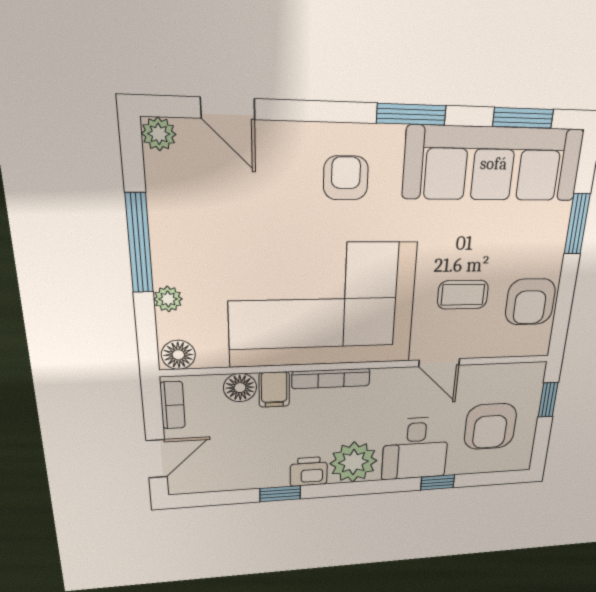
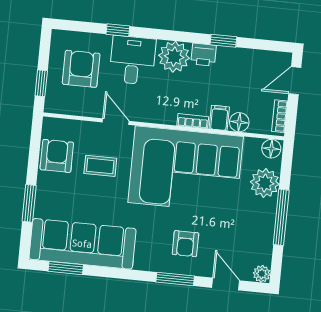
window: (411, 114) -> (175, 279), moved
armchair: (346, 178) -> (185, 244), moved
plant: (168, 299) -> (265, 183), width x1.88, depth x1.88
bookcase: (331, 379) -> (193, 121), width x0.64

